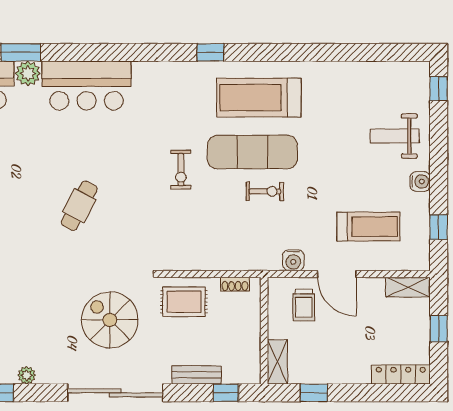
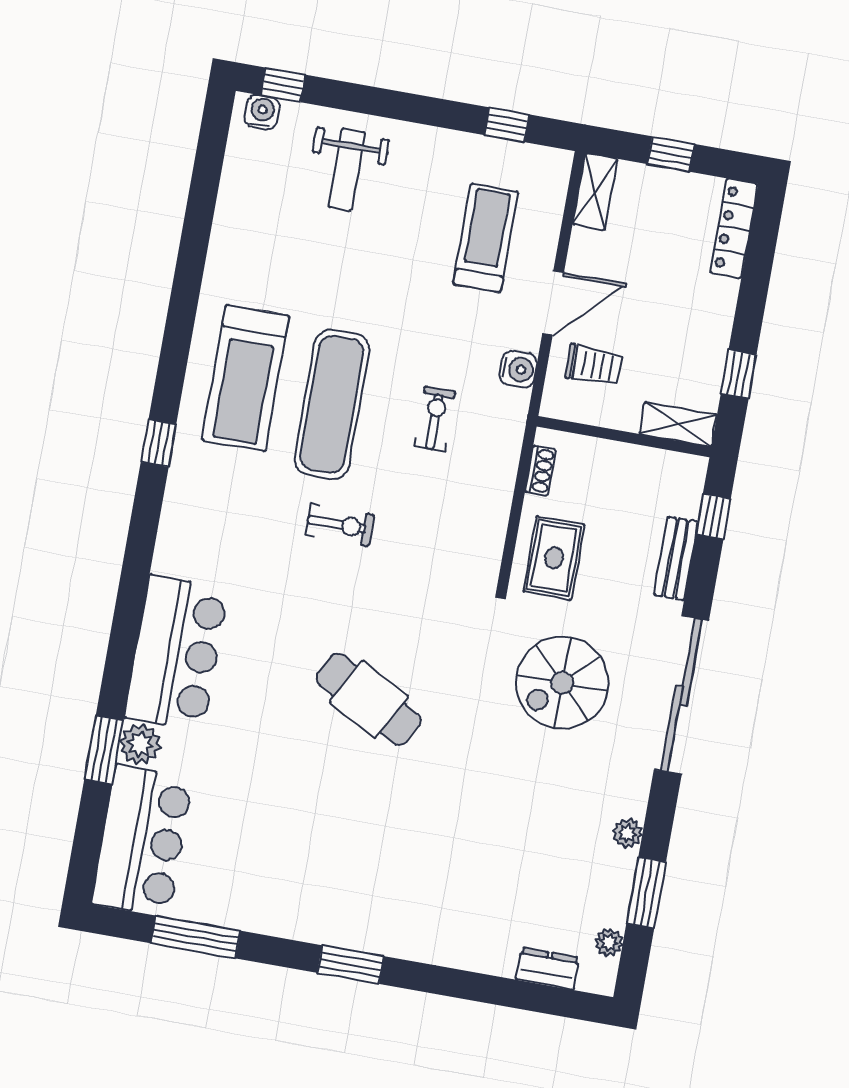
water cooler: (420, 182) -> (262, 112), moved
exercise bike: (265, 191) -> (435, 419), moved
cafe table: (79, 206) -> (369, 699), width x1.37, depth x1.35

